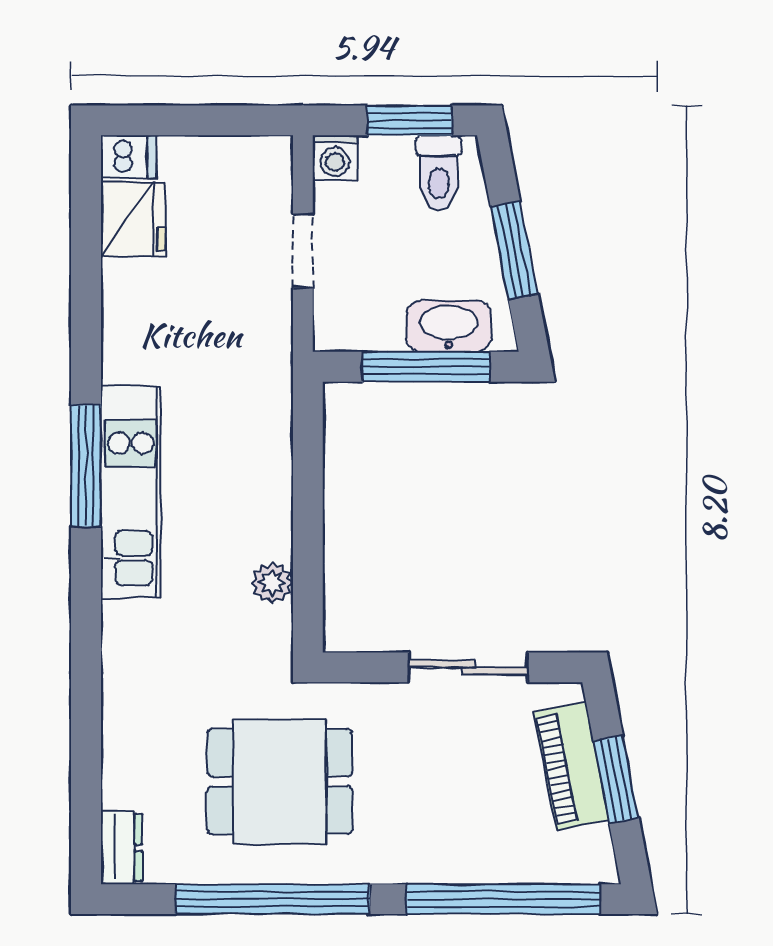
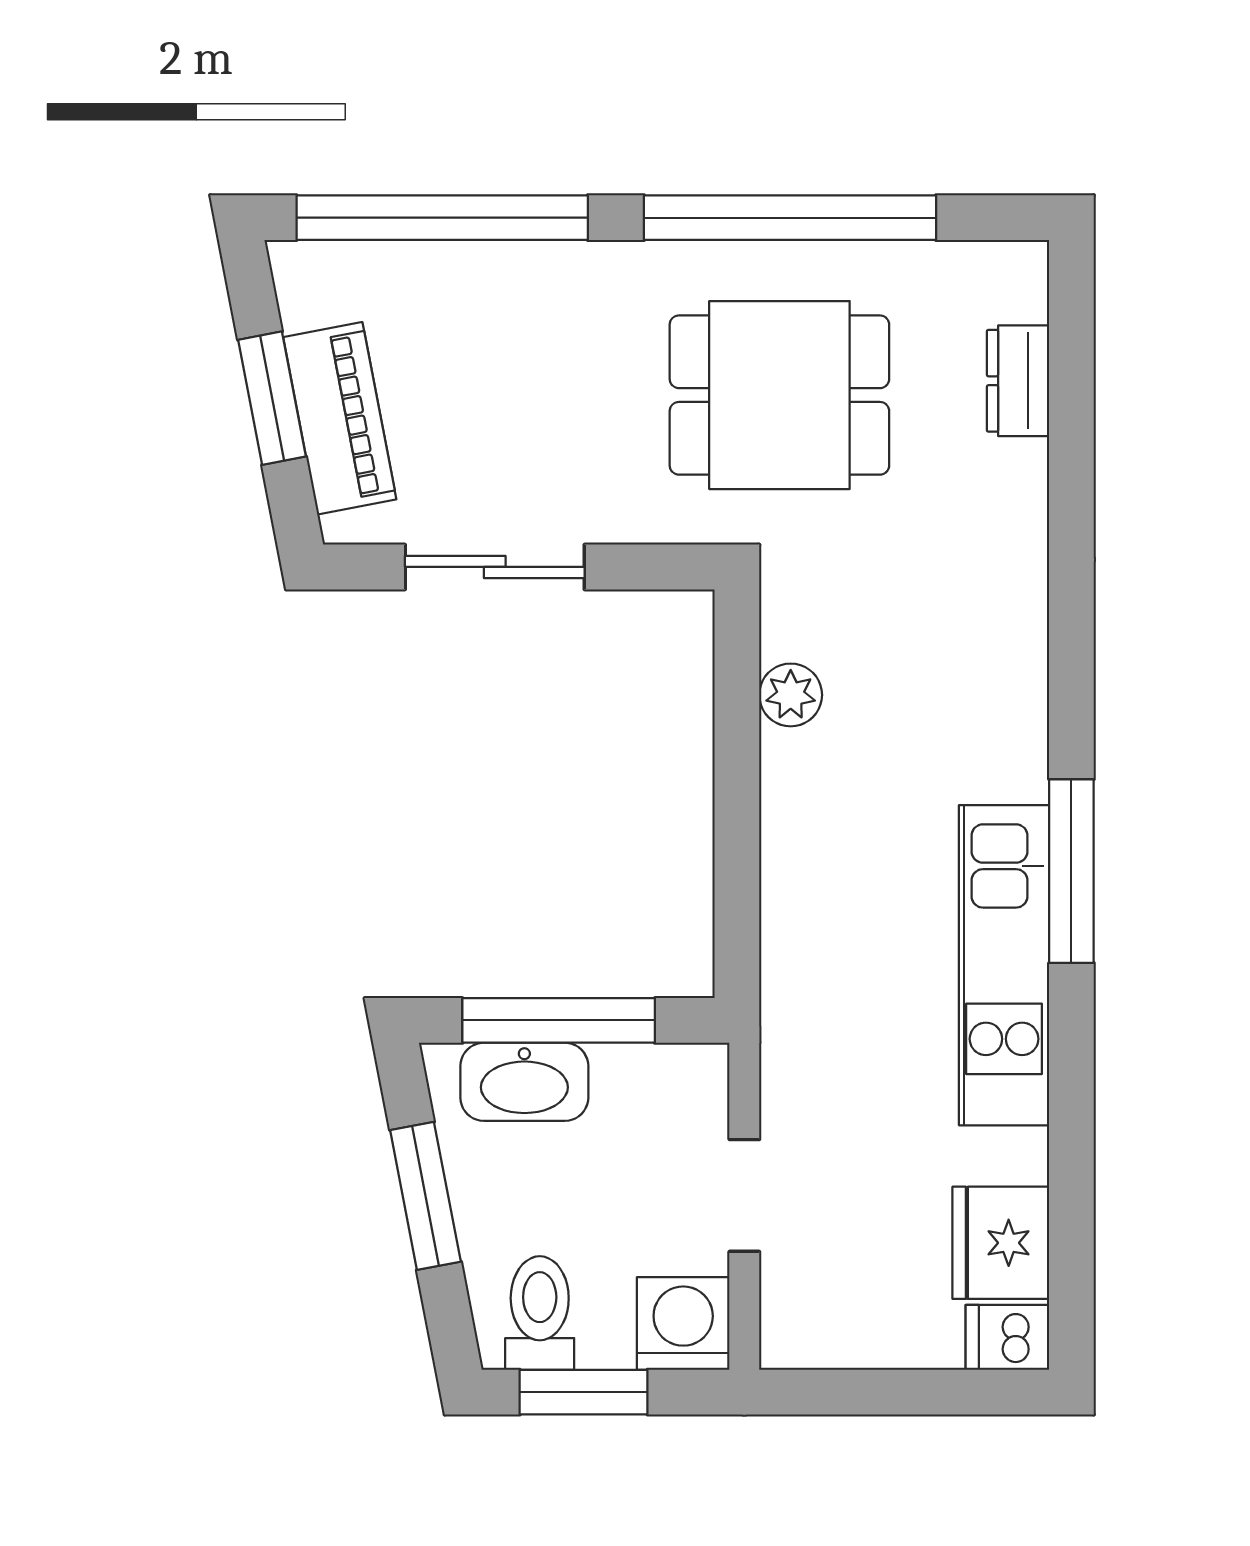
washing machine: (335, 157) -> (683, 1323), width x1.38, depth x1.38
kitchen unit: (131, 492) -> (1004, 965), moved
dresser: (121, 848) -> (1018, 381), moved

